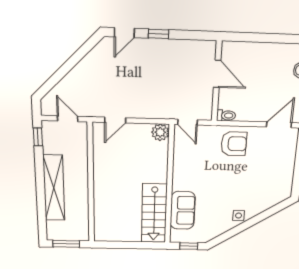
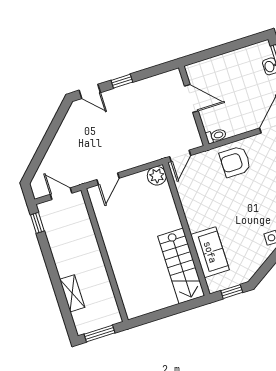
door: (124, 33) -> (90, 91), hinge flipped
door: (187, 122) -> (180, 156), hinge flipped
armchair: (234, 144) -> (235, 162), turned 180
shelving: (54, 188) -> (72, 293), width x0.45, depth x0.75

